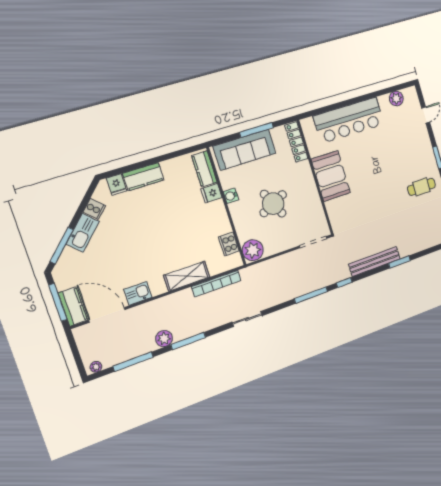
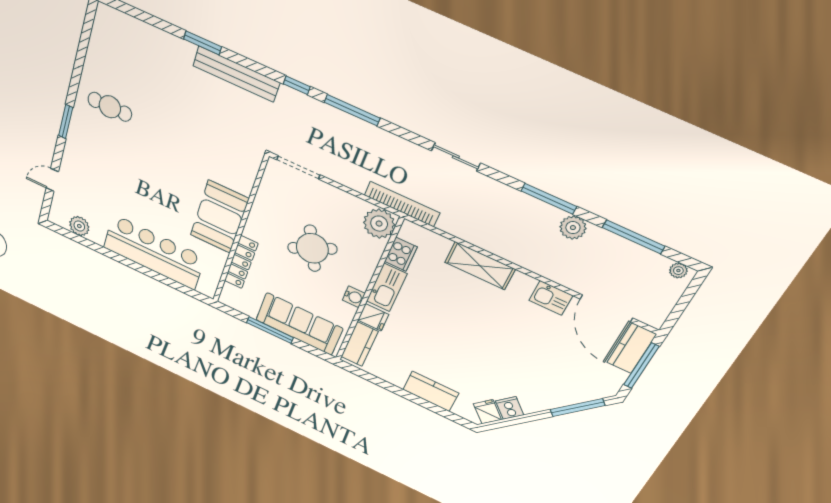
locker: (296, 142) -> (241, 262), moved
fridge: (117, 185) -> (487, 412), moved, turned -45
kitchen sink: (83, 233) -> (387, 288), moved, turned 135
bookcase: (216, 284) -> (402, 204), moved

